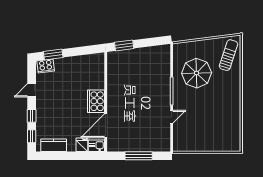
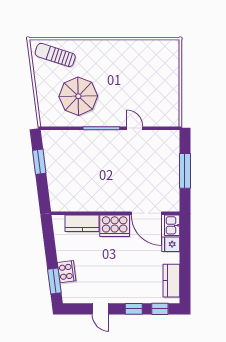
window: (124, 45) -> (39, 162), moved
cooker: (46, 66) -> (67, 272), moved
kitchen counter: (98, 76) -> (82, 223), added

